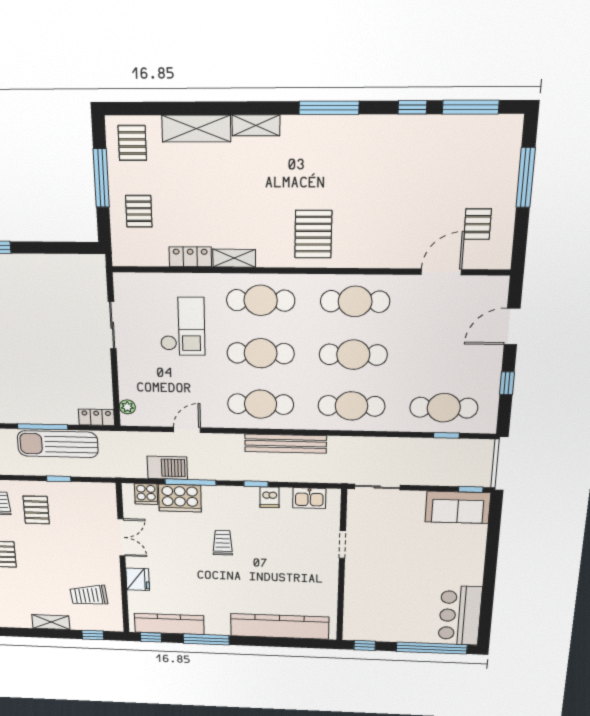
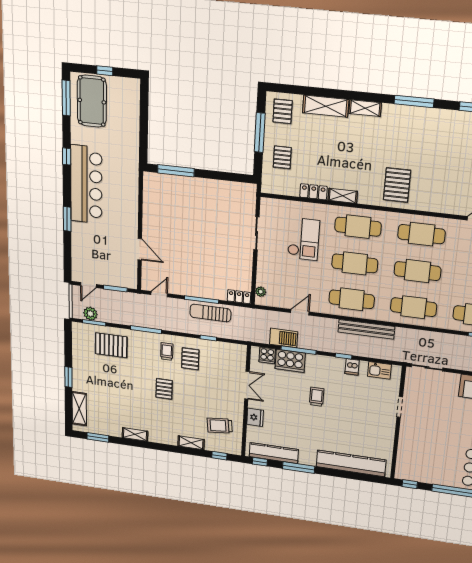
sun lounger: (58, 444) -> (210, 313), width x0.73, depth x0.75

